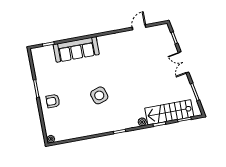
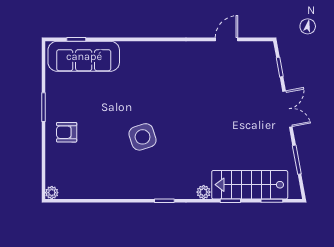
sofa: (76, 49) -> (84, 56), moved
double door: (184, 62) -> (287, 109), swing flipped

